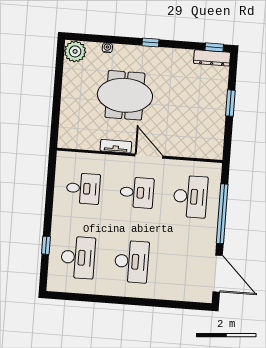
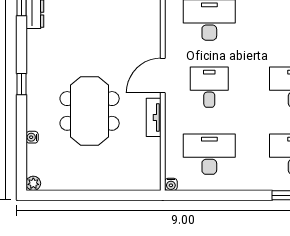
plant: (75, 51) -> (33, 183), width x0.53, depth x0.53
water cooler: (61, 156) -> (171, 184), added
desk: (83, 188) -> (209, 154), width x1.37

